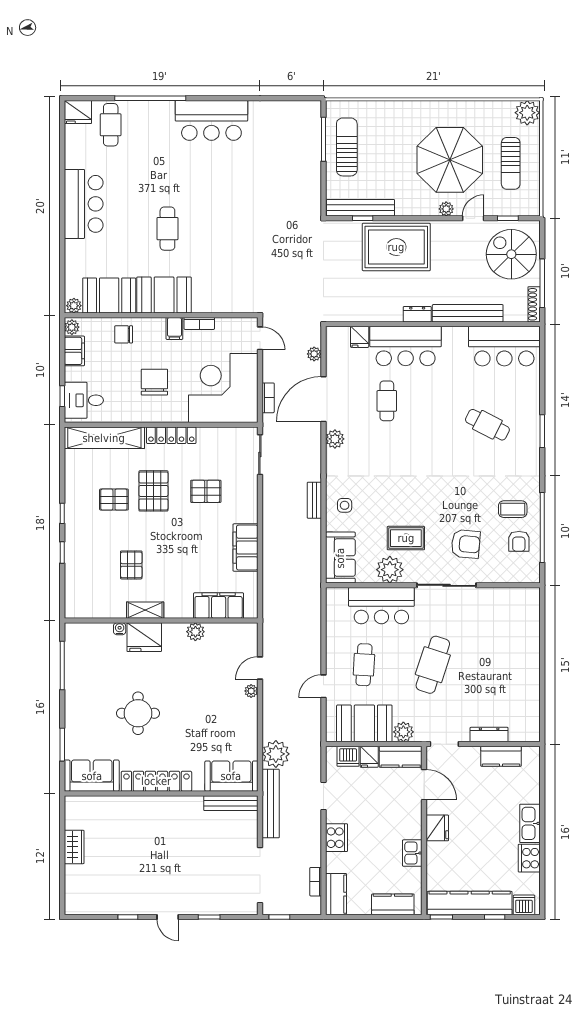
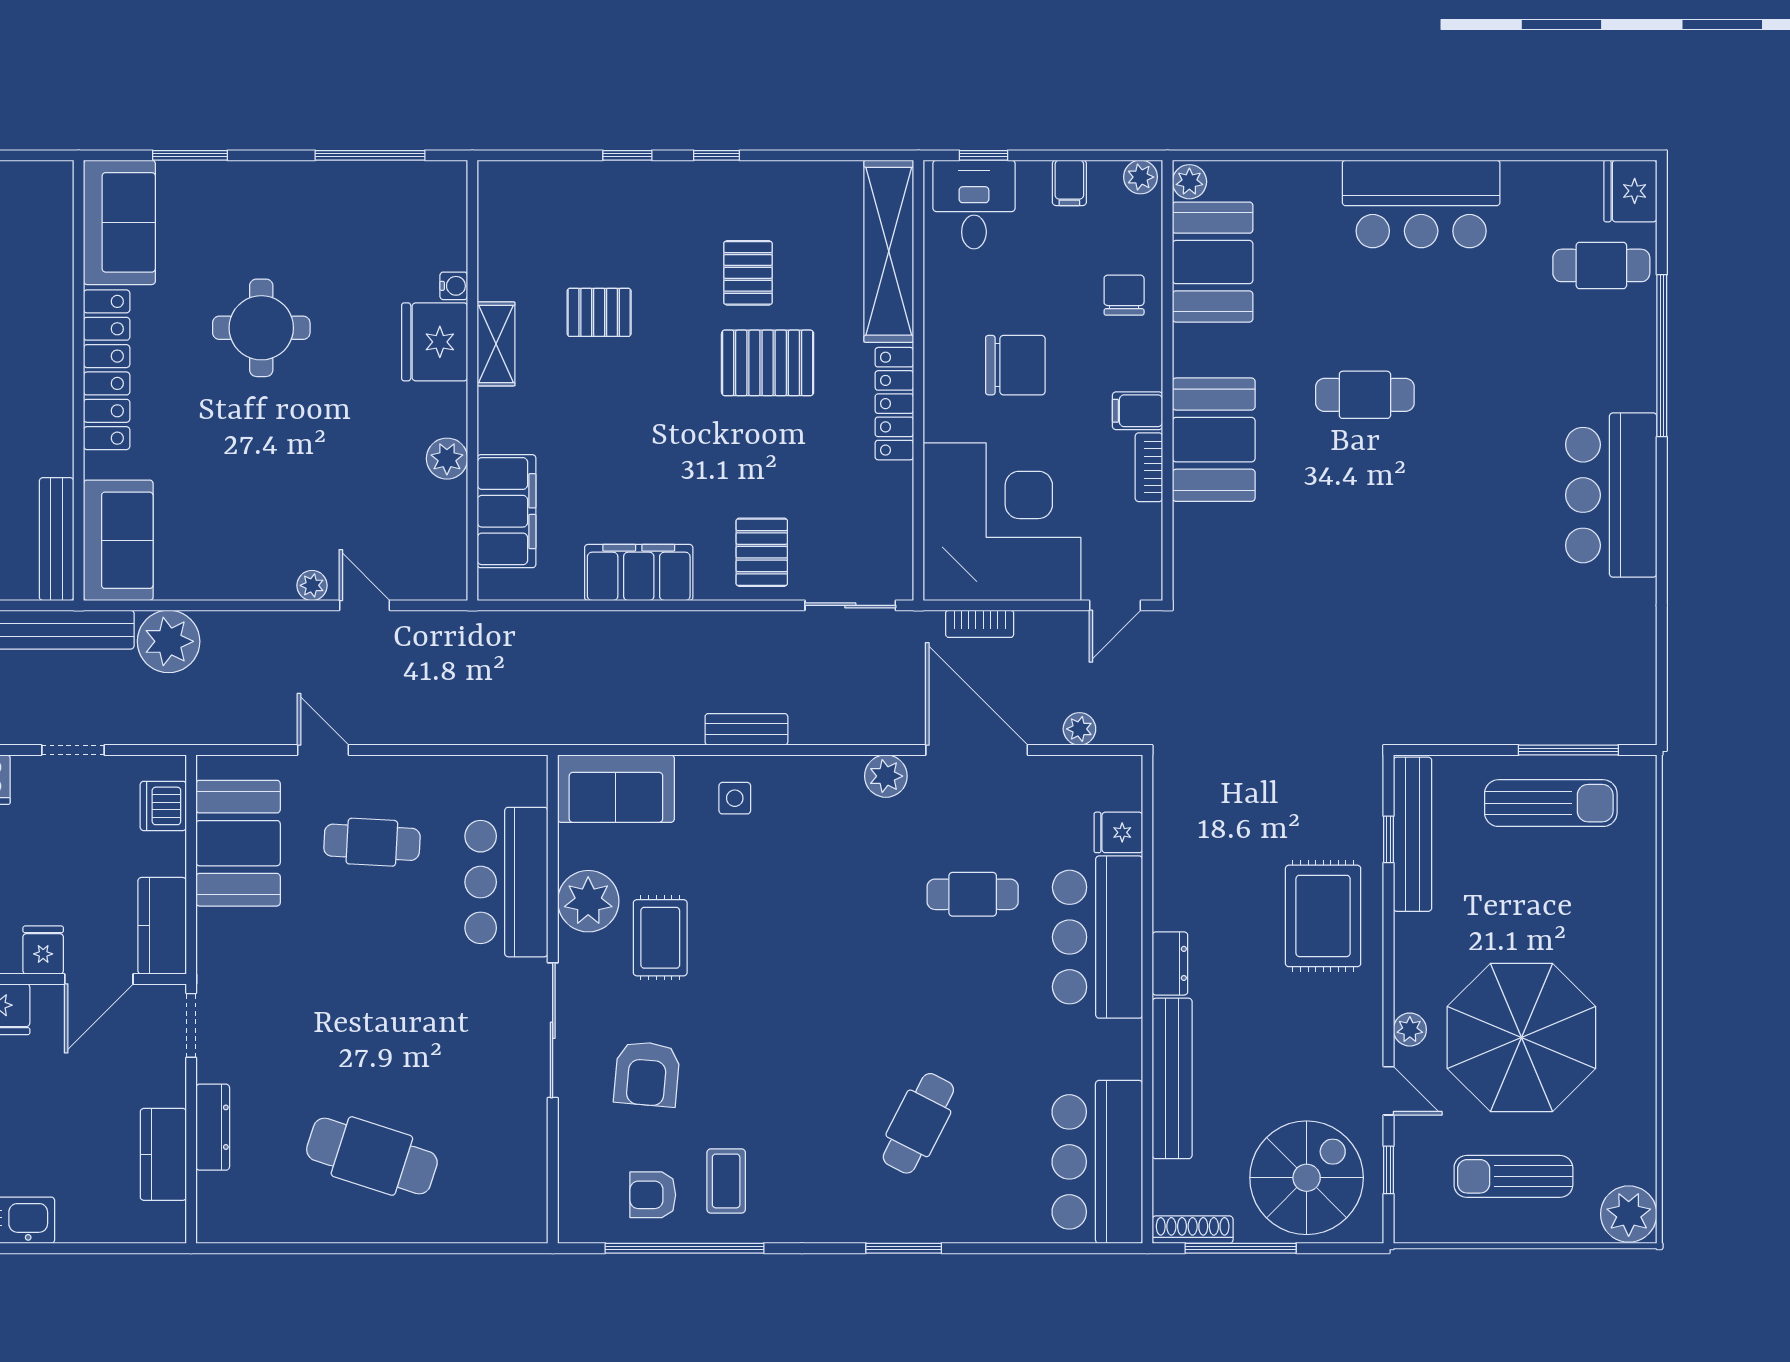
rug: (396, 247) -> (1323, 916), width x0.73, depth x0.69
booth: (164, 295) -> (1214, 440), moved
filing cabinet: (74, 351) -> (1069, 183), width x0.50
pallet: (206, 491) -> (762, 552), moved
cafe table: (433, 665) -> (372, 1156), moved
plant: (403, 732) -> (219, 932), removed
fridge: (369, 757) -> (43, 950), moved, turned 90

